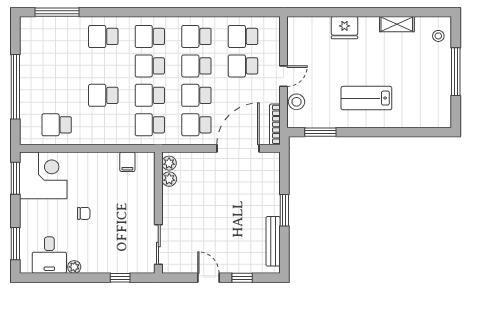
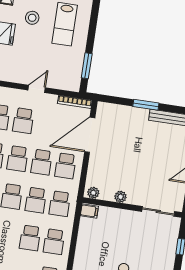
door: (284, 76) -> (37, 89), hinge flipped
stool: (297, 102) -> (32, 18), moved
school desk: (103, 125) -> (54, 242), added
door: (238, 148) -> (90, 135), hinge flipped
filing cabinet: (127, 162) -> (89, 211), moved
plant: (169, 179) -> (121, 197), moved

